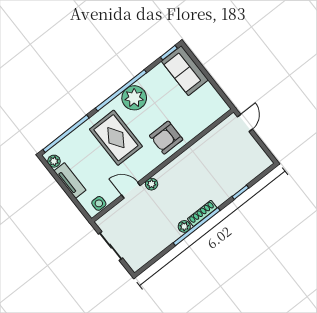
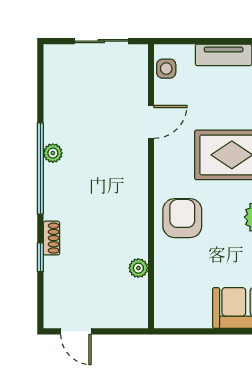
door: (245, 123) -> (76, 331), moved
plant: (152, 184) -> (138, 268), moved
shoe rack: (202, 213) -> (51, 238), moved, width x0.70

